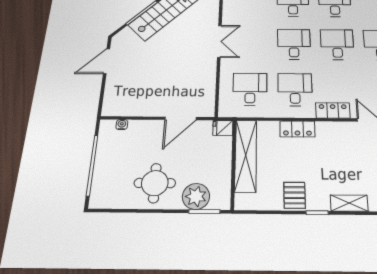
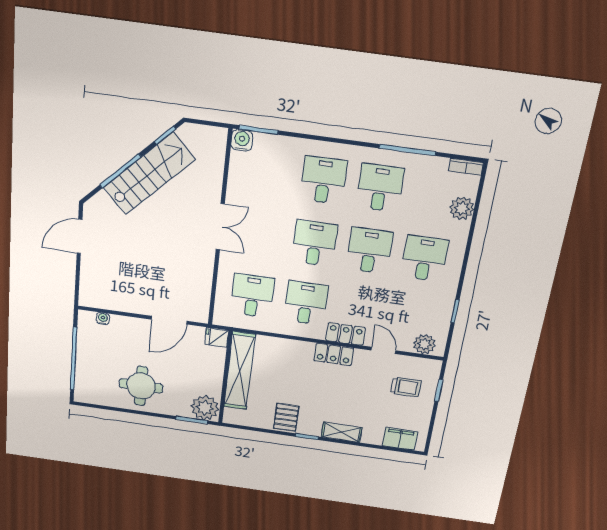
locker: (297, 129) -> (334, 354), moved
plant: (196, 196) -> (205, 408), moved

